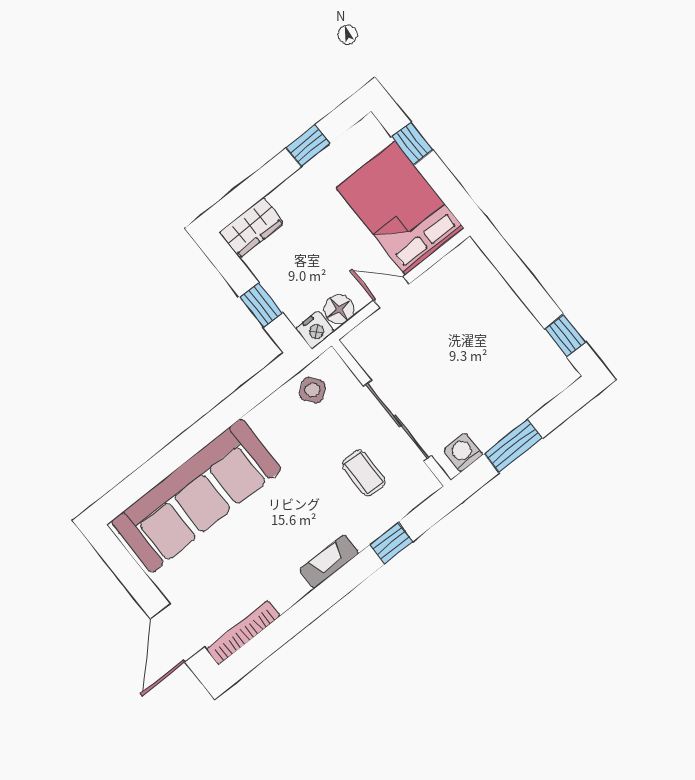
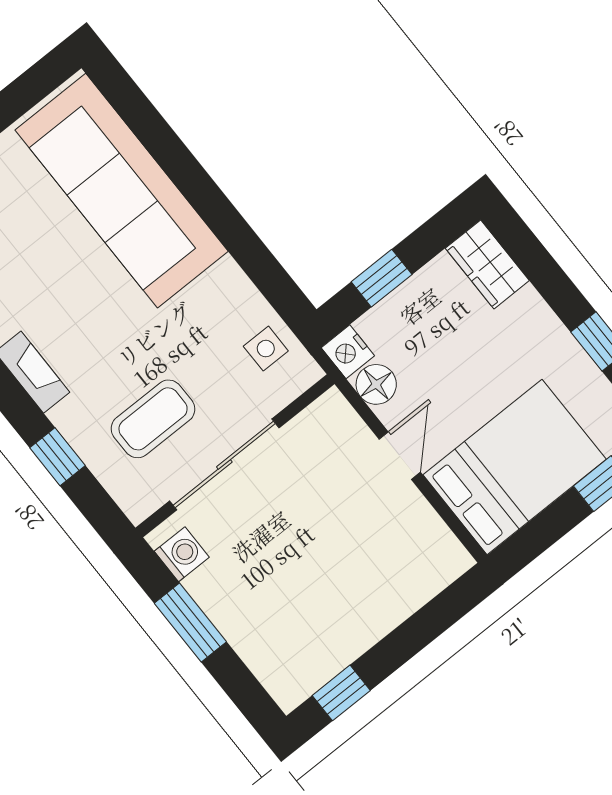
side table: (313, 390) -> (266, 349), turned 38
coffee table: (364, 473) -> (153, 419), width x1.36, depth x1.30

